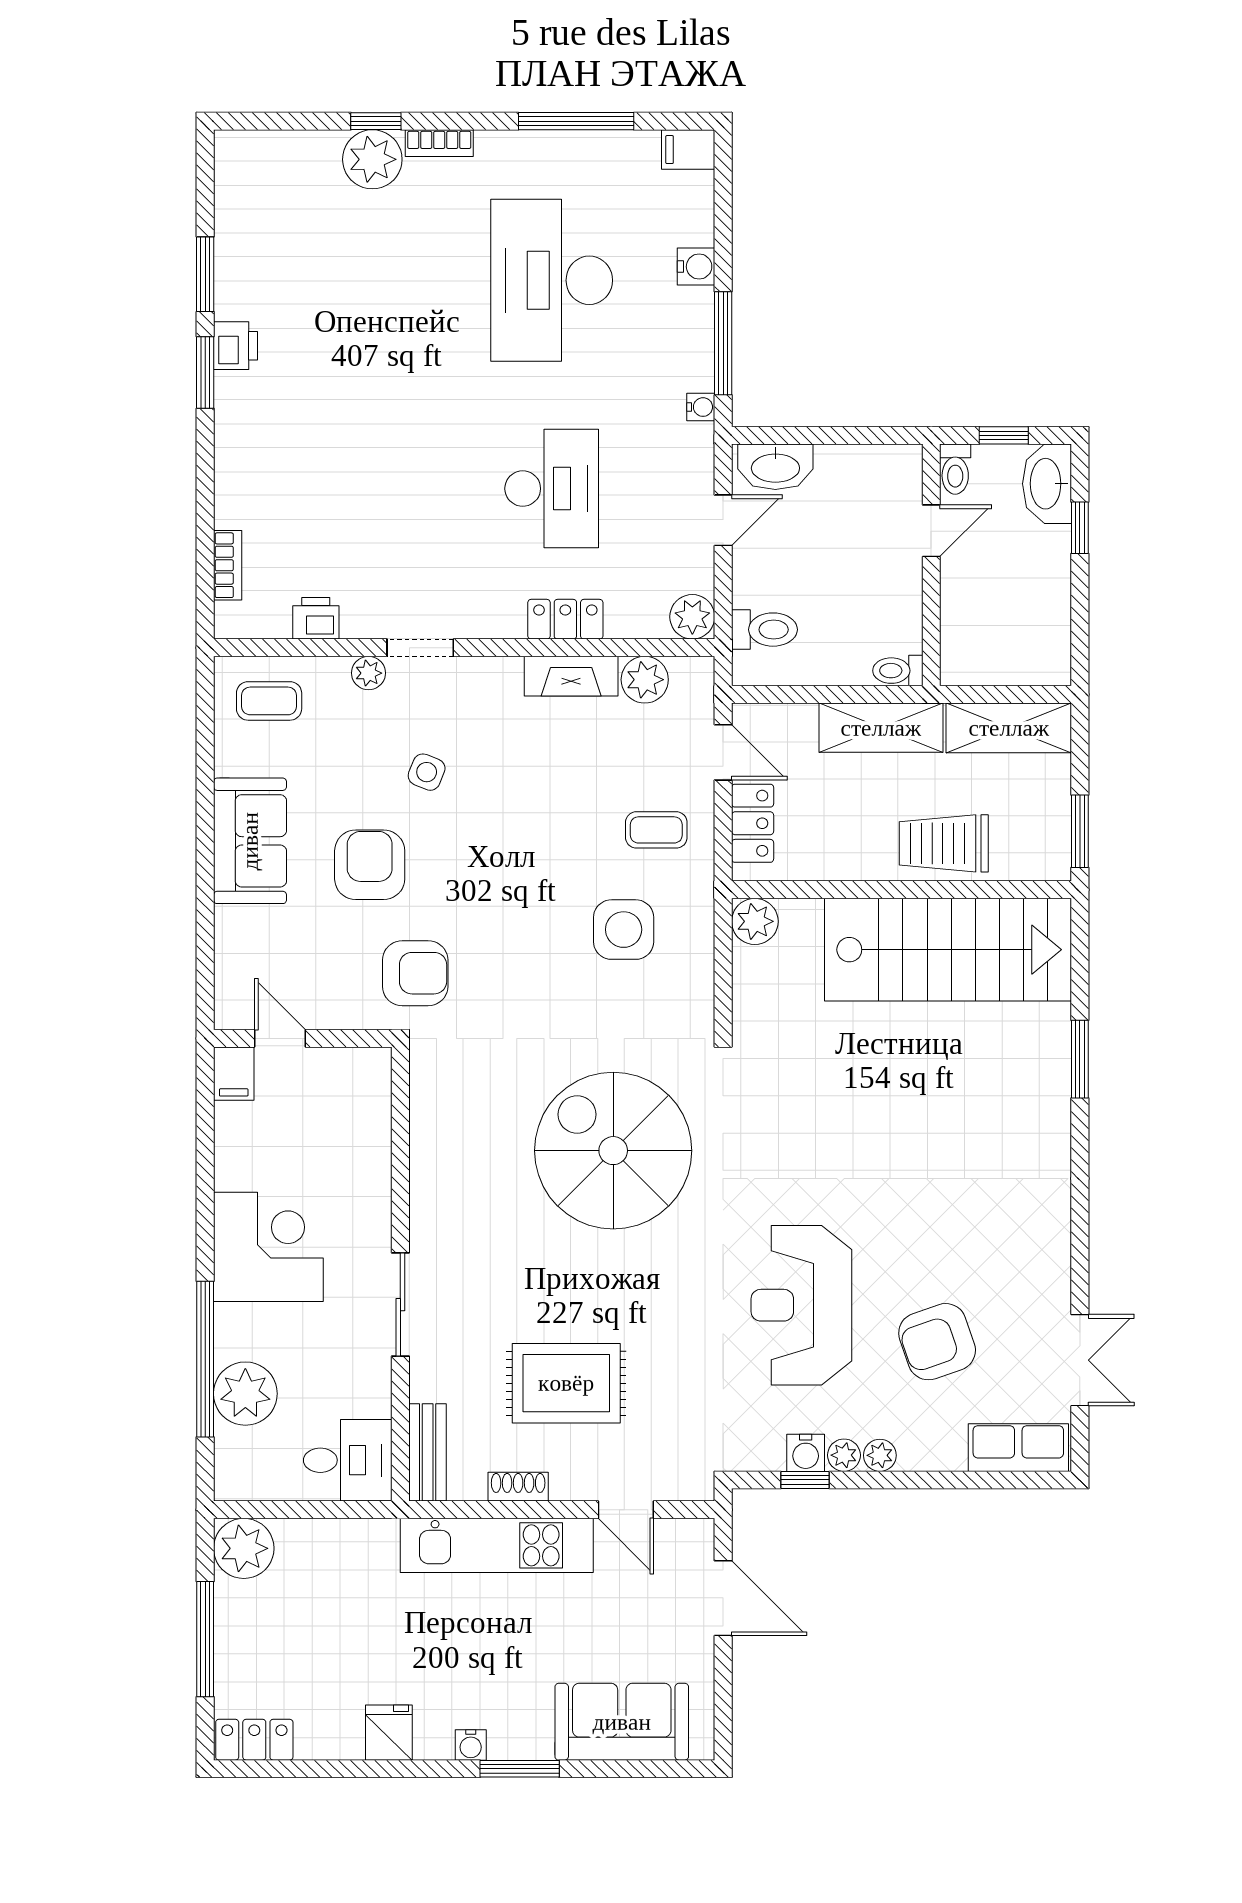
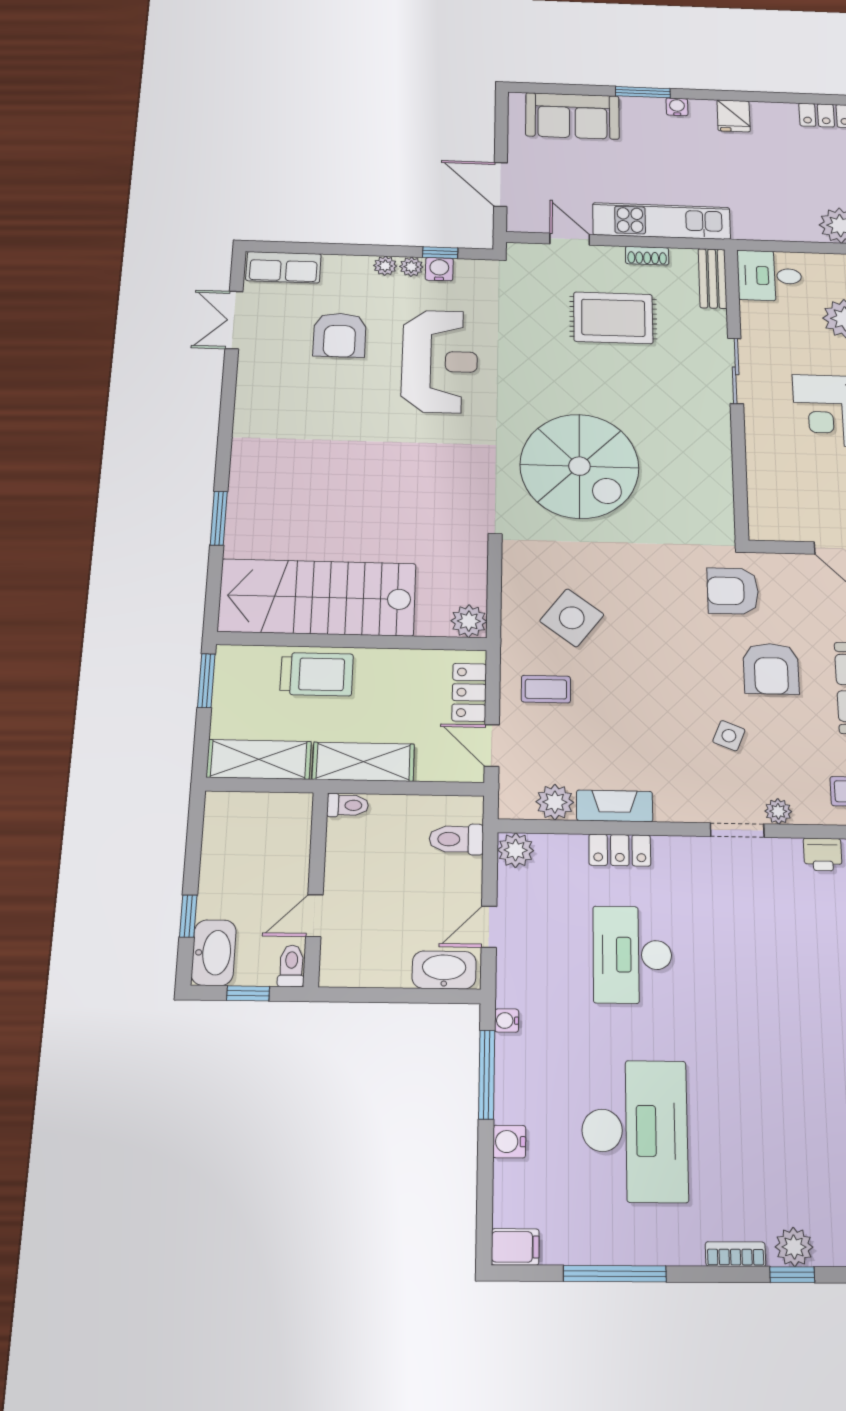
plant: (372, 159) -> (794, 1247), width x0.73, depth x0.73
side table: (624, 930) -> (572, 618), turned 37
armchair: (937, 1342) -> (340, 335), turned 109

